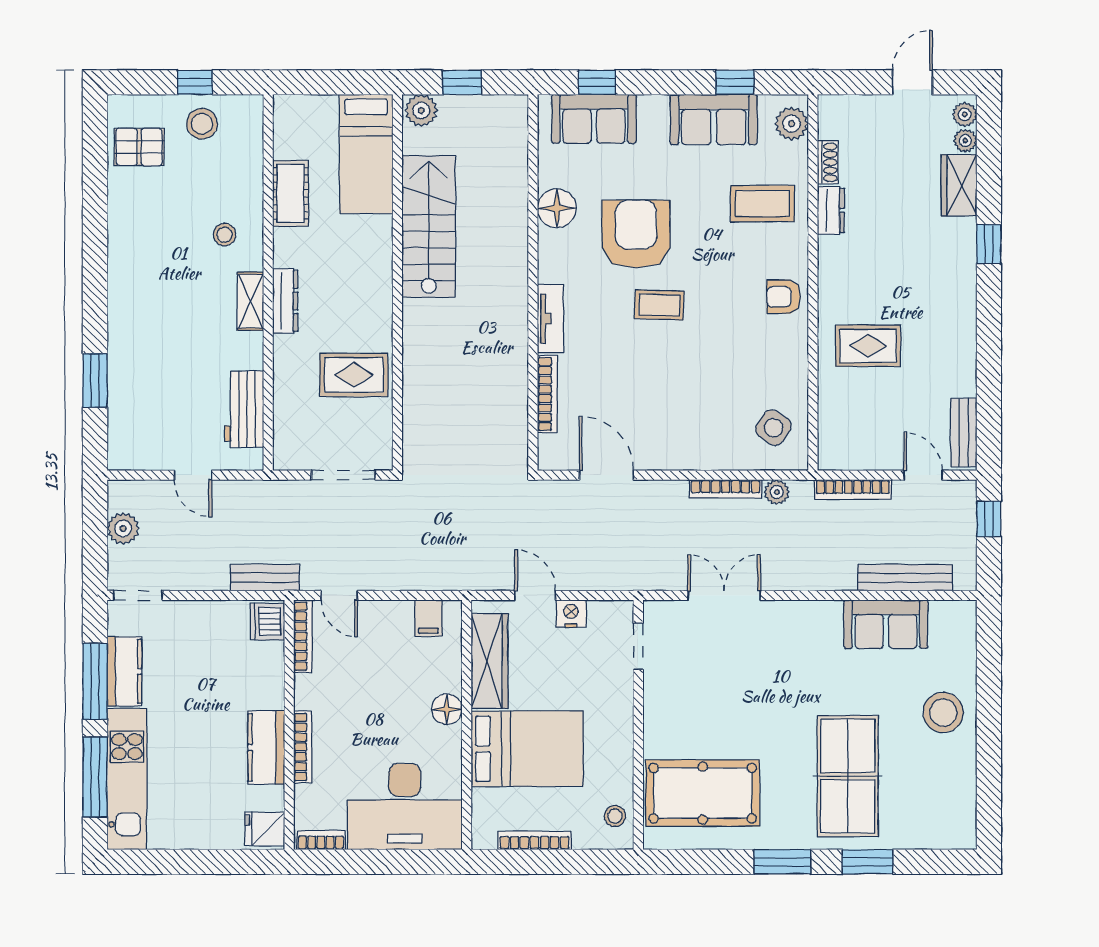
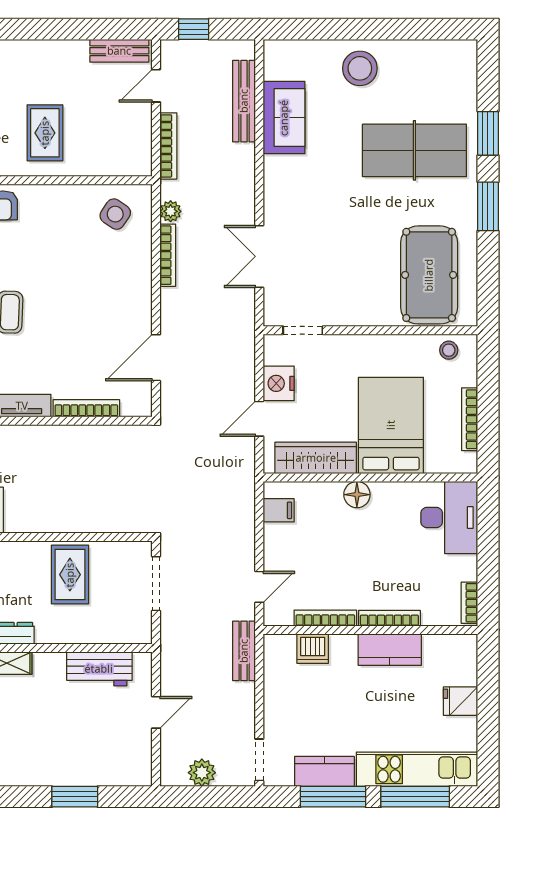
nightstand: (571, 614) -> (279, 383), width x1.36, depth x1.33
dishwasher: (267, 621) -> (313, 649), moved
bookcase: (303, 636) -> (325, 618), moved
desk: (405, 807) -> (449, 518), width x0.73, depth x0.77
fridge: (265, 829) -> (461, 701), moved, turned 90

